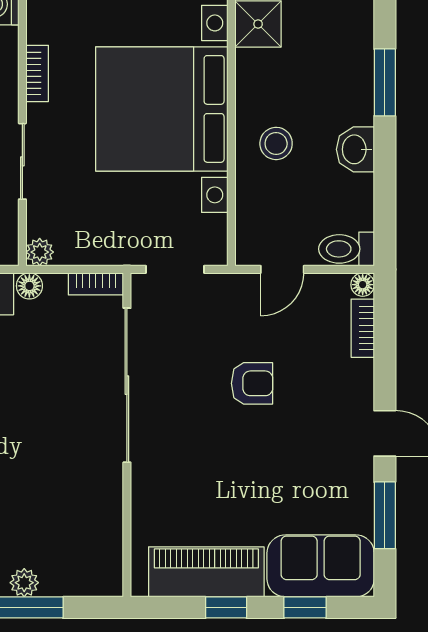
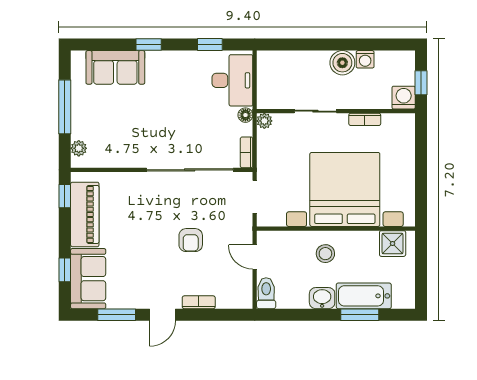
bathtub: (351, 75) -> (364, 296), added
floor lamp: (363, 285) -> (246, 302), removed
bookcase: (363, 328) -> (199, 302), moved
plant: (24, 583) -> (79, 148), moved
window: (226, 607) -> (65, 196), moved

